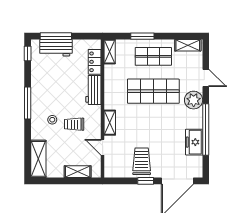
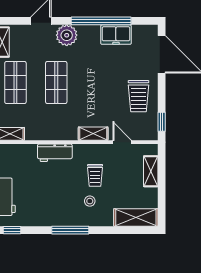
locker: (95, 62) -> (22, 151), removed
shop shelf: (153, 91) -> (56, 82), width x0.70, depth x0.74
door: (103, 147) -> (122, 142), swing flipped
trolley: (142, 161) -> (139, 96), turned -90
window: (146, 181) -> (162, 122), moved

